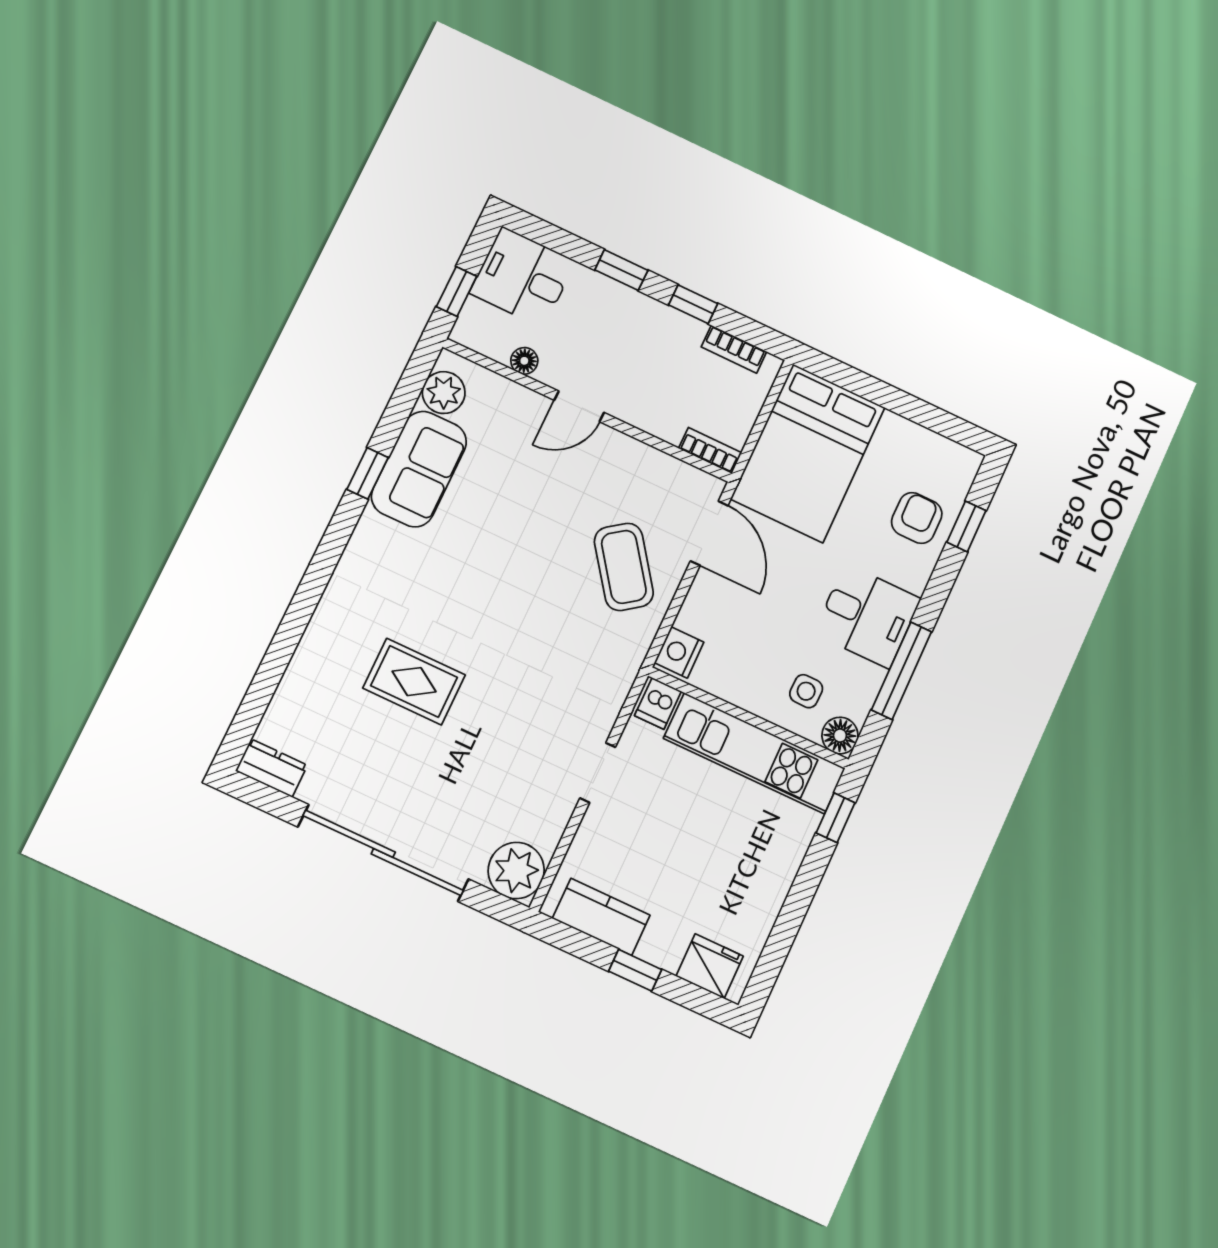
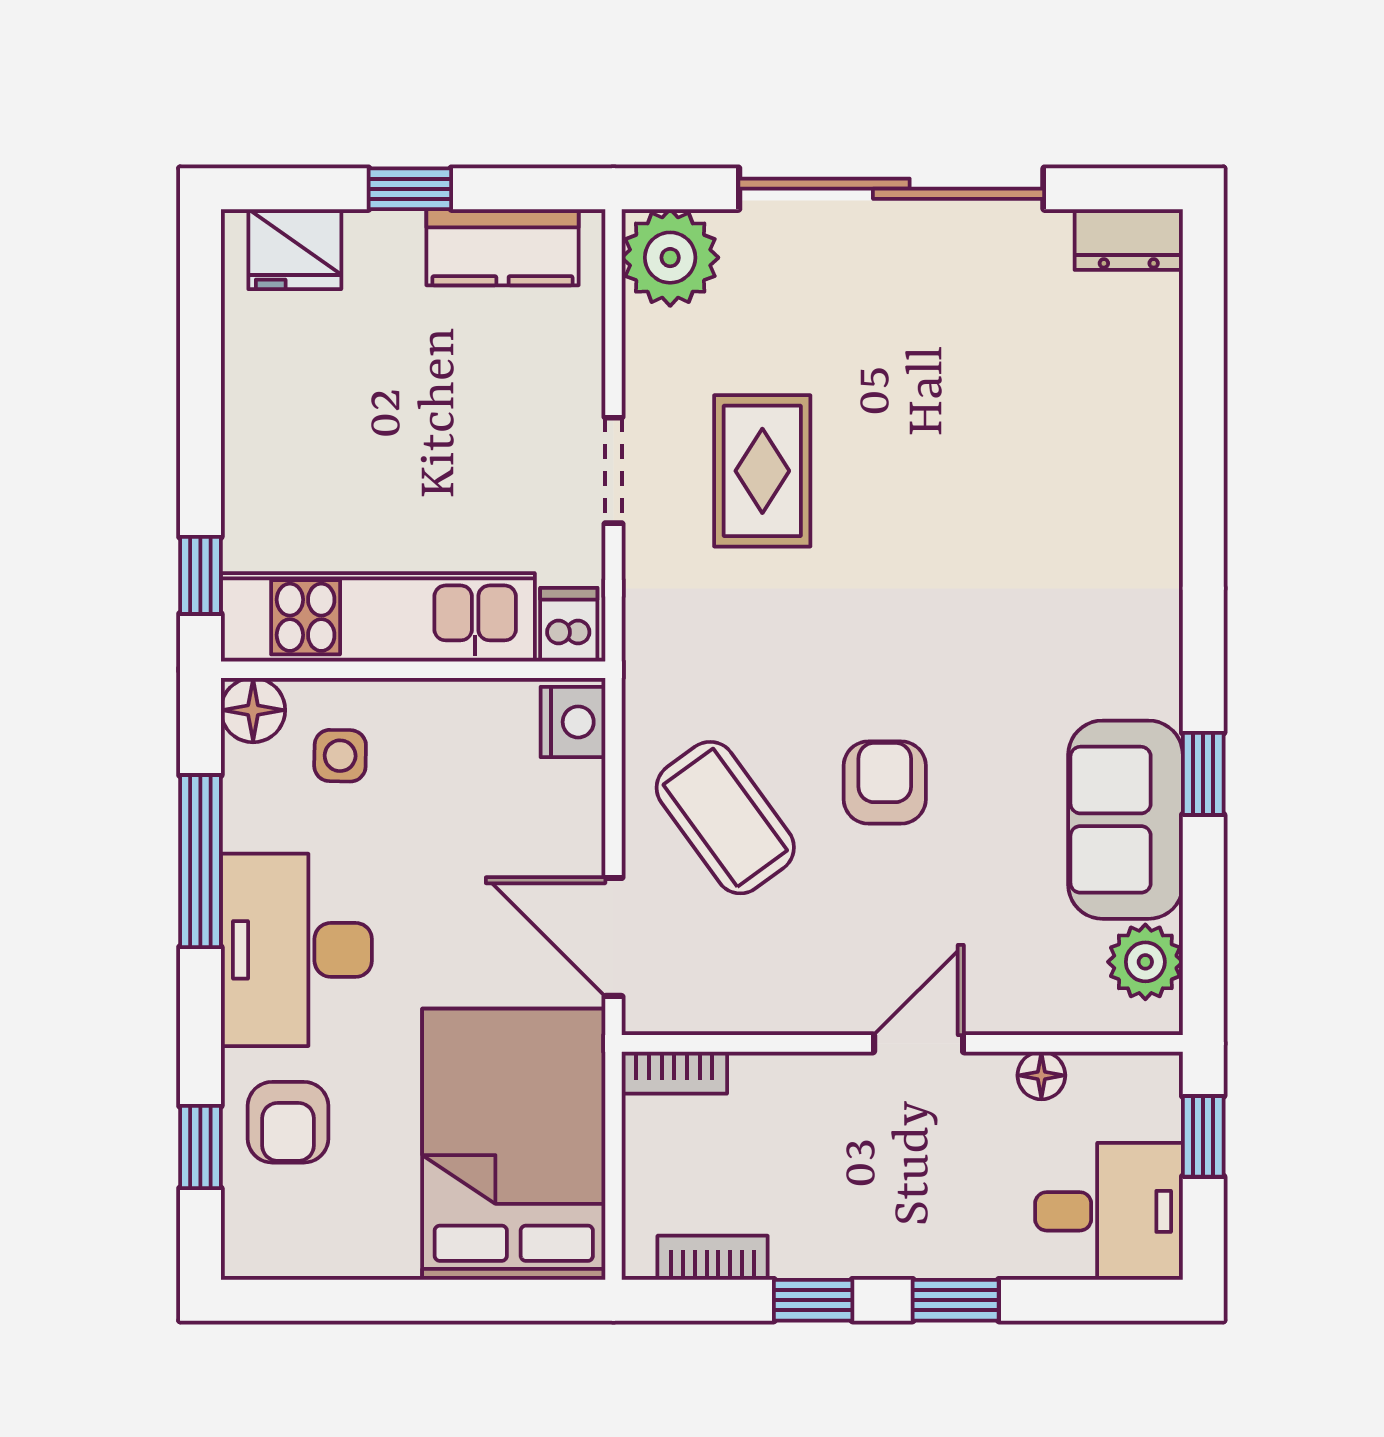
armchair: (534, 546) -> (885, 782), added
desk: (867, 616) -> (296, 950), width x1.37
rug: (414, 682) -> (762, 471), moved, turned 90

